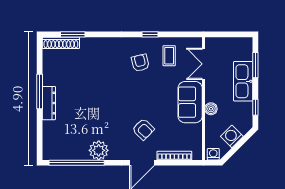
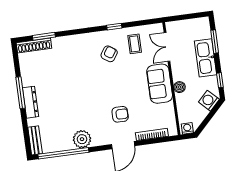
armchair: (140, 63) -> (109, 54), turned 48
armchair: (143, 129) -> (120, 114), turned -44
washing machine: (232, 136) -> (209, 101), moved
bench: (48, 145) -> (35, 140), added

